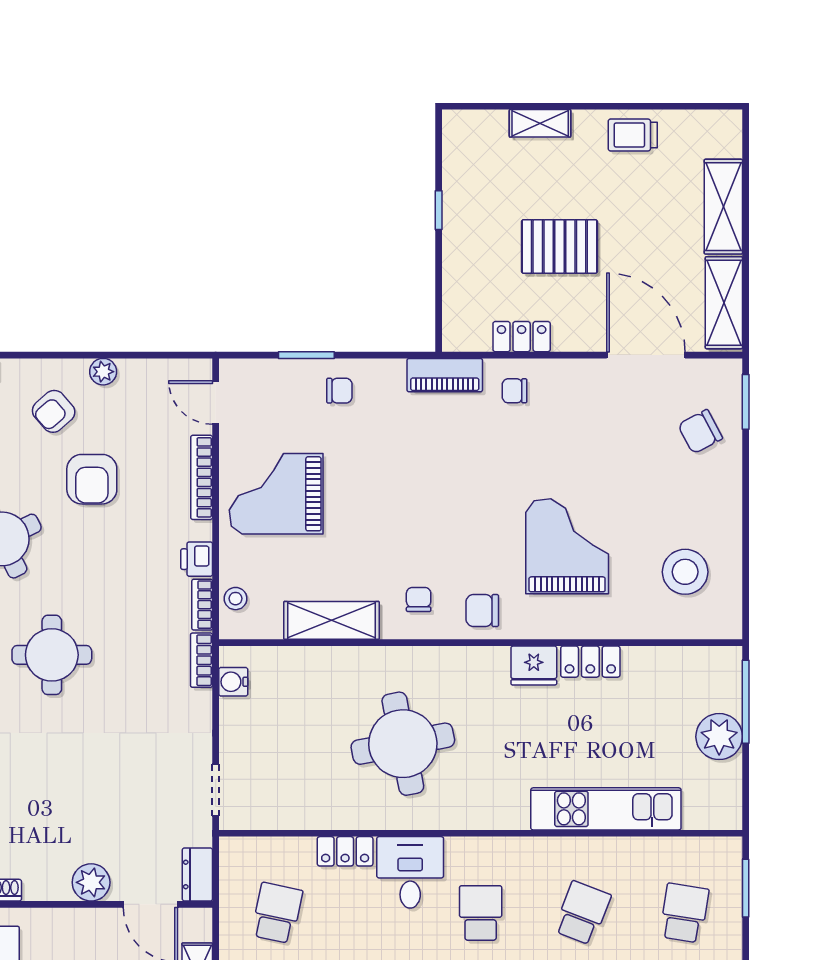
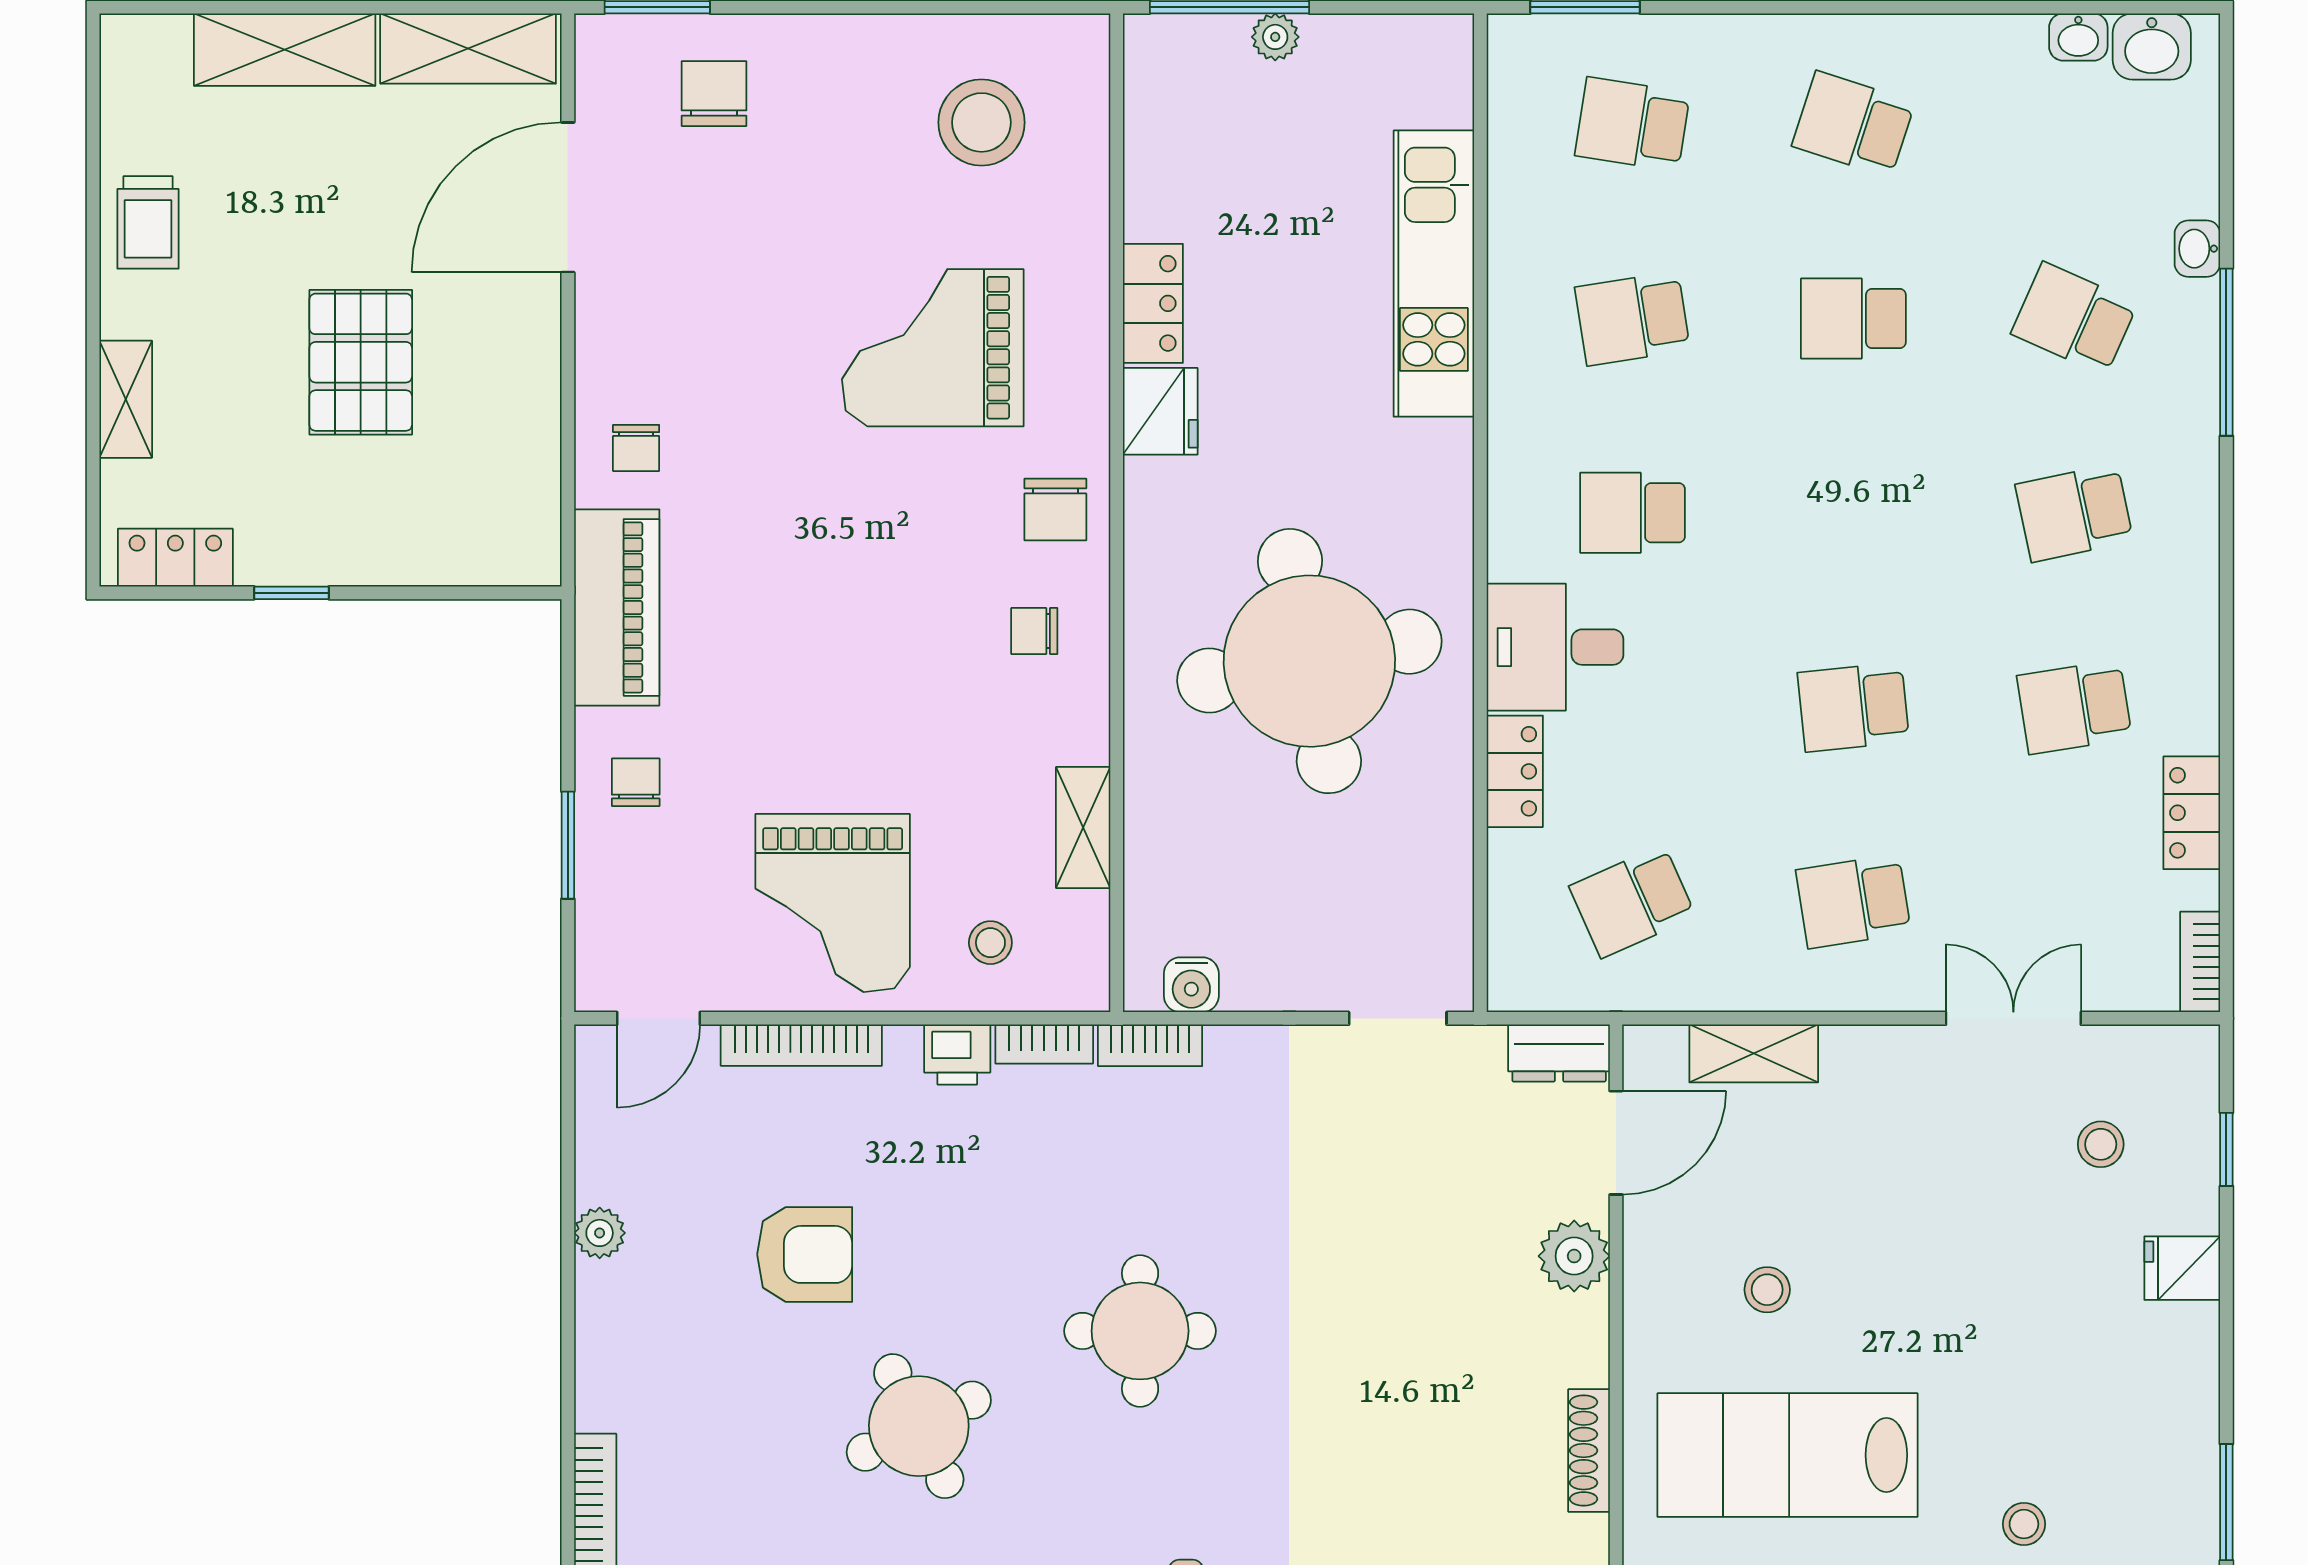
locker: (522, 337) -> (175, 558), moved, turned 90
piano: (445, 375) -> (617, 607), width x1.37, depth x1.33
armchair: (54, 411) -> (675, 1328), removed
chair: (700, 432) -> (714, 94), turned -152
stool: (236, 599) -> (990, 943), moved
shelving: (331, 620) -> (1083, 828), width x0.67, depth x0.75
plant: (719, 737) -> (1275, 37), width x0.53, depth x0.53
round table: (403, 744) -> (1309, 661), width x1.36, depth x1.36
school desk: (277, 913) -> (1632, 901), turned -36
school desk: (582, 913) -> (1632, 318), turned -30

